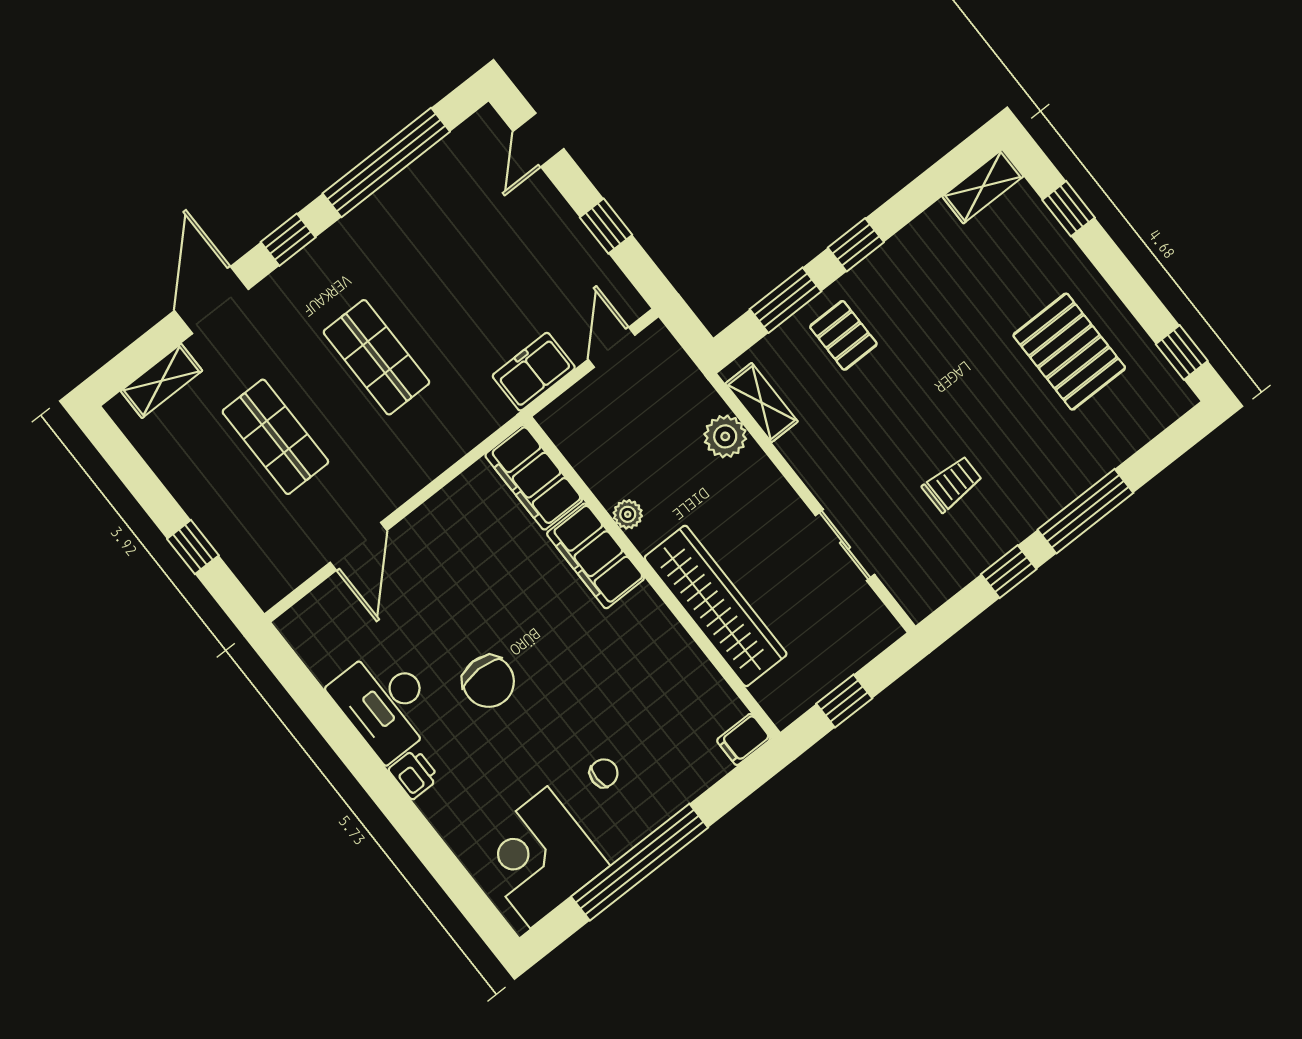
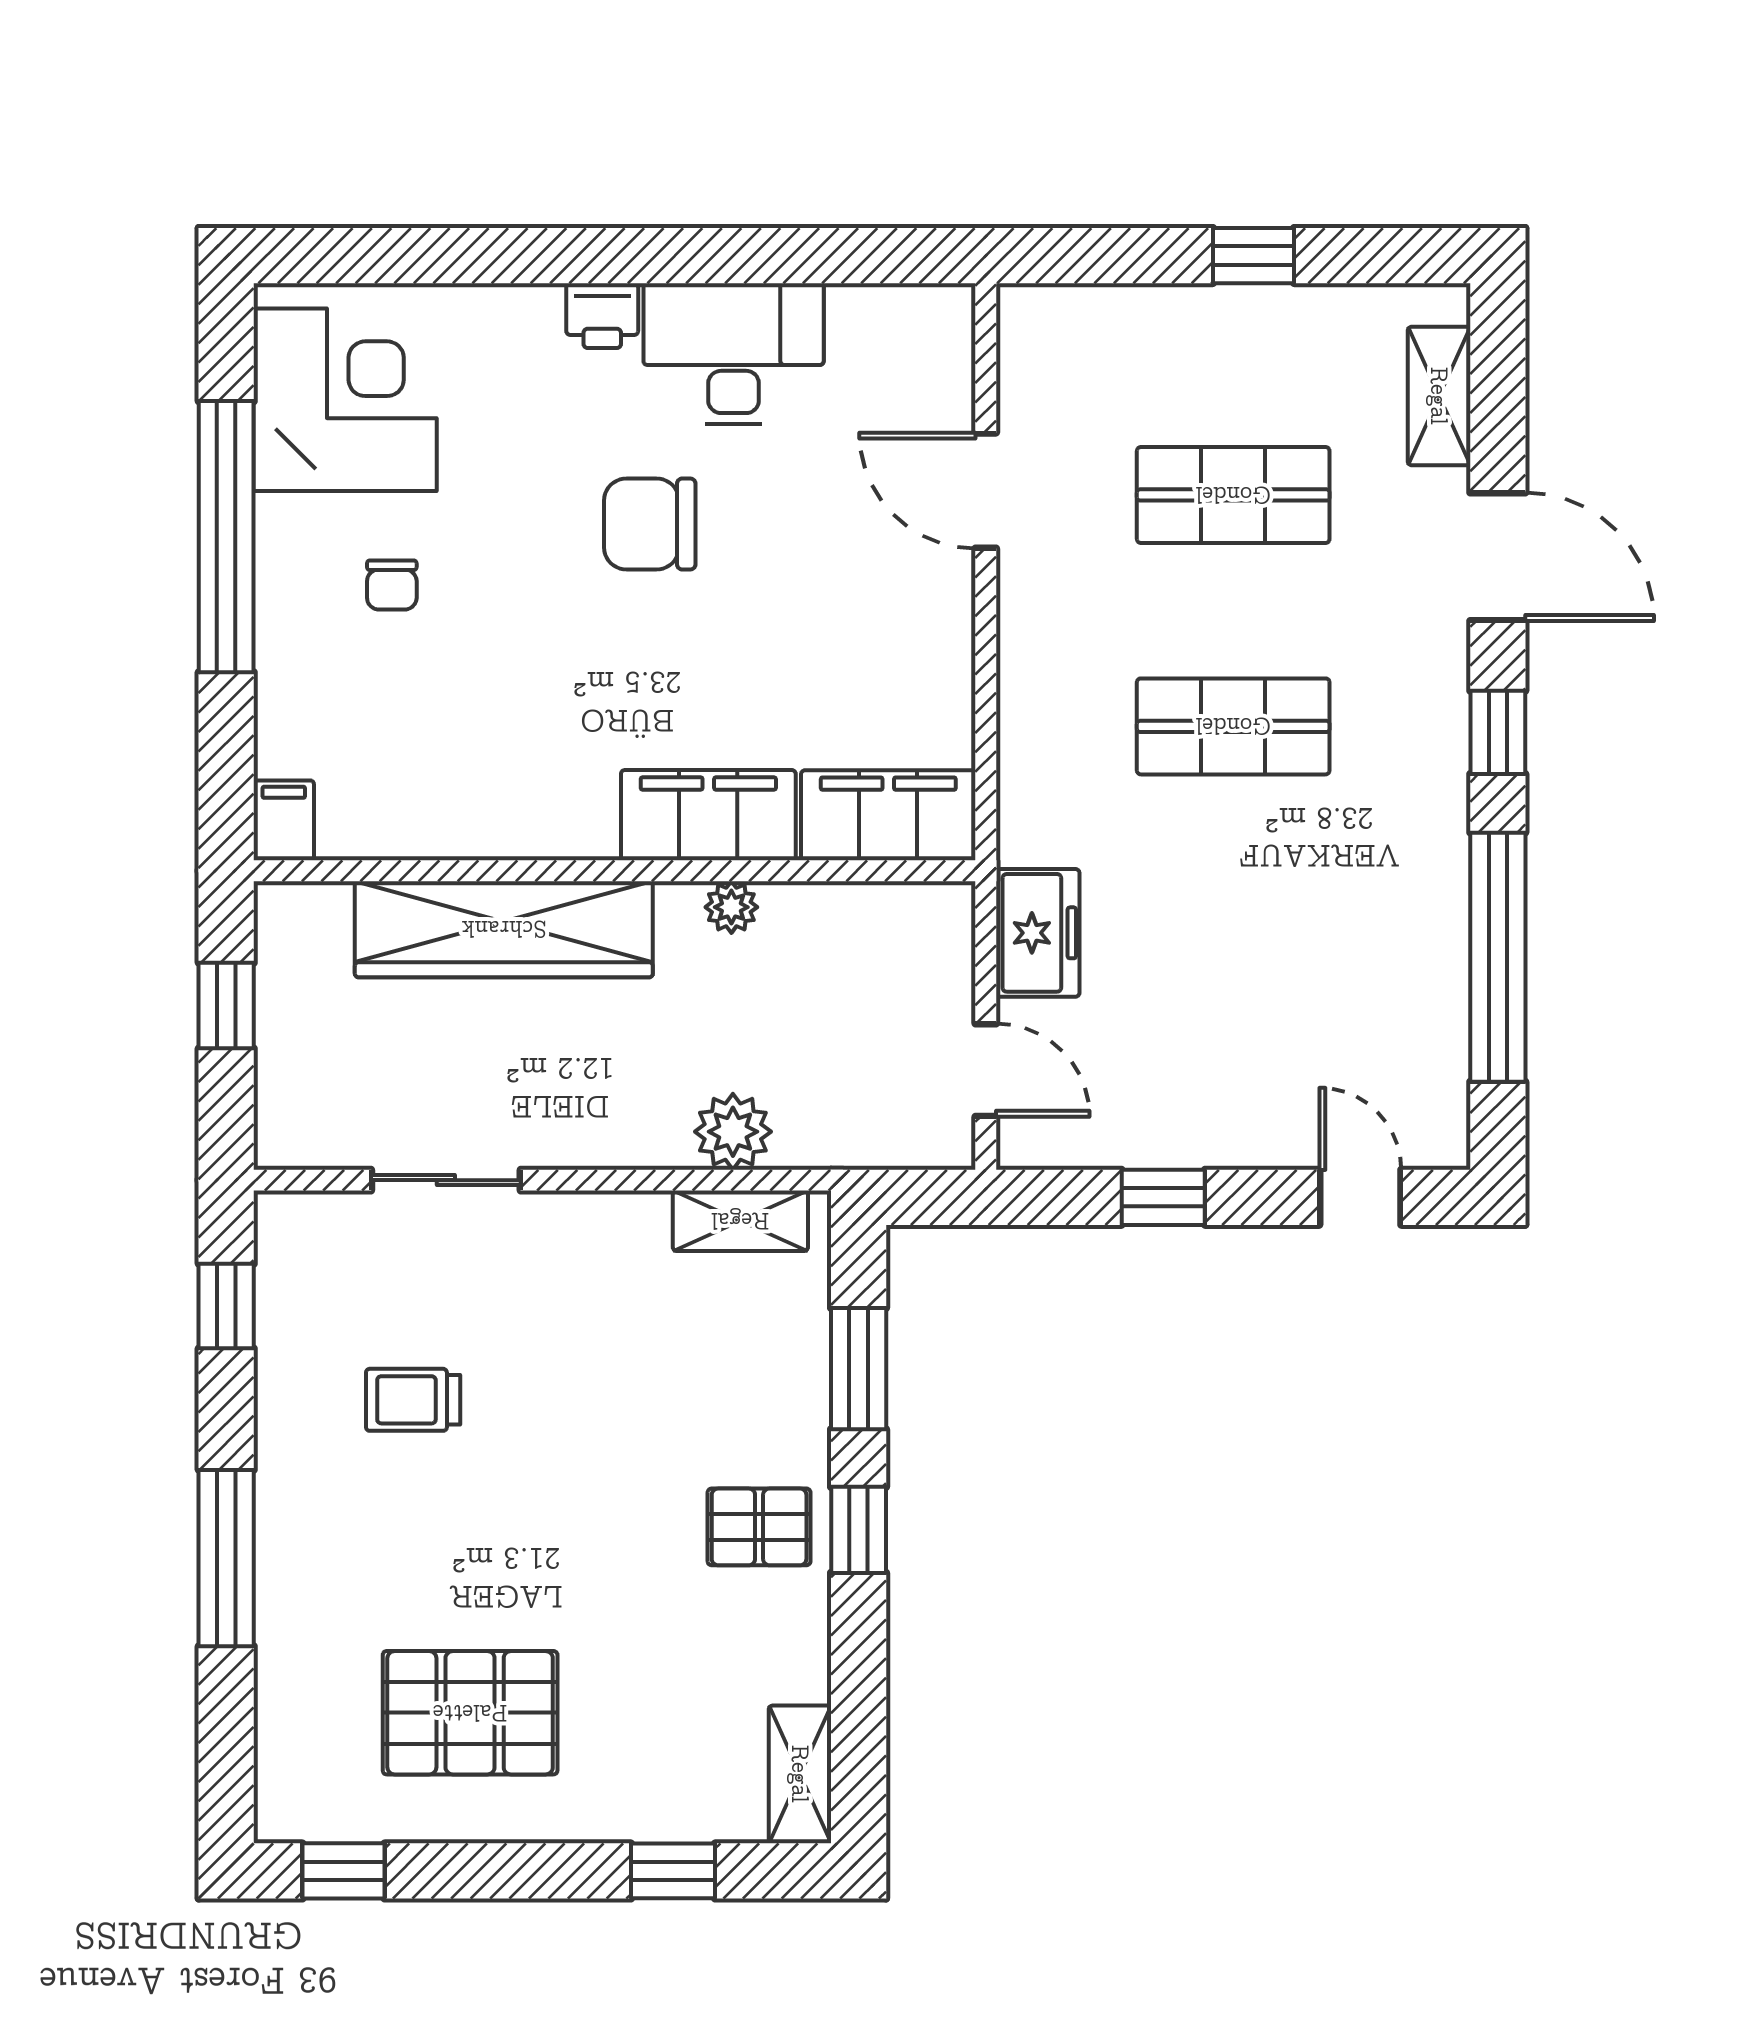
pallet: (843, 335) -> (759, 1527), moved
trolley: (952, 484) -> (413, 1400), turned 90
window: (193, 547) -> (1254, 256), moved
window: (1009, 572) -> (226, 1306), moved

